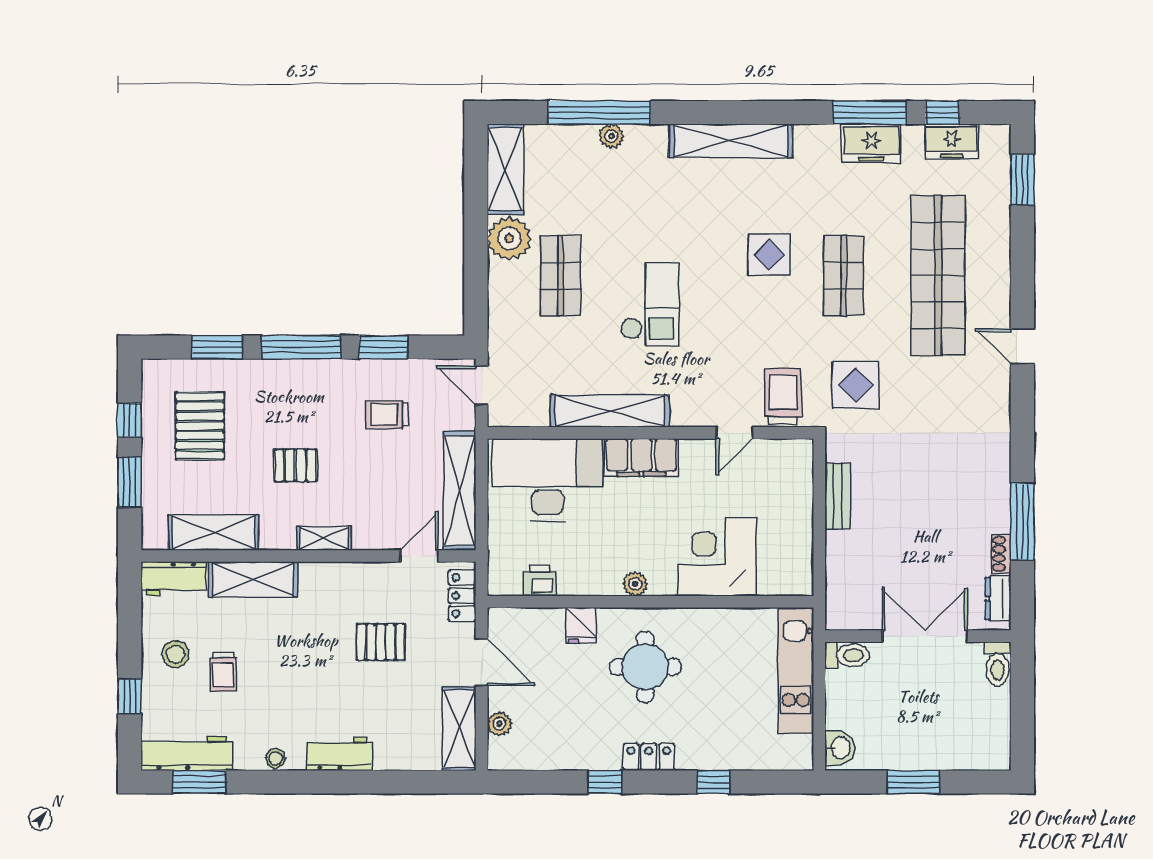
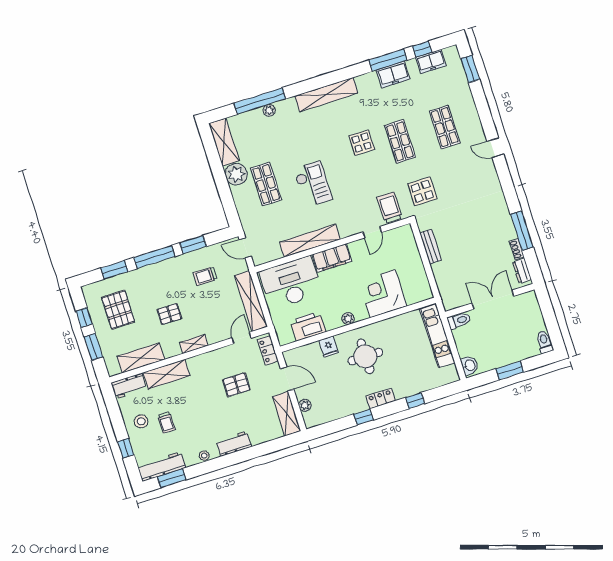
shop shelf: (938, 276) -> (445, 127), width x0.50, depth x0.74
printer: (540, 581) -> (308, 326), width x1.87, depth x1.48
toilet: (998, 664) -> (544, 342), moved, turned 180

